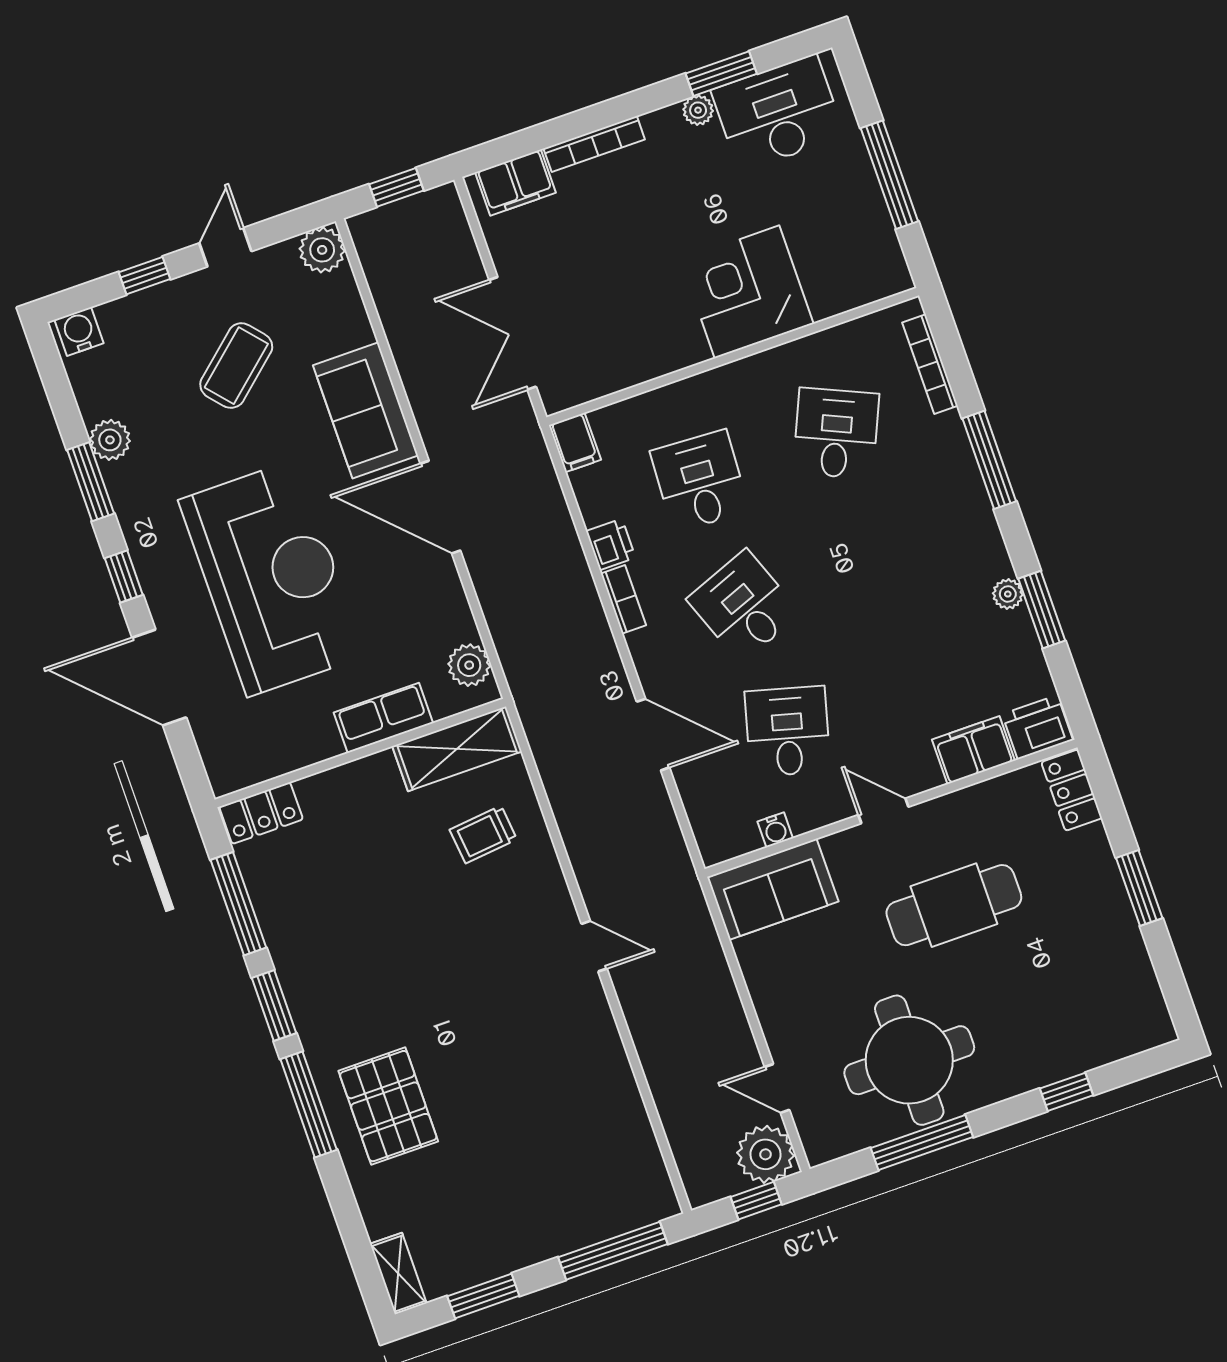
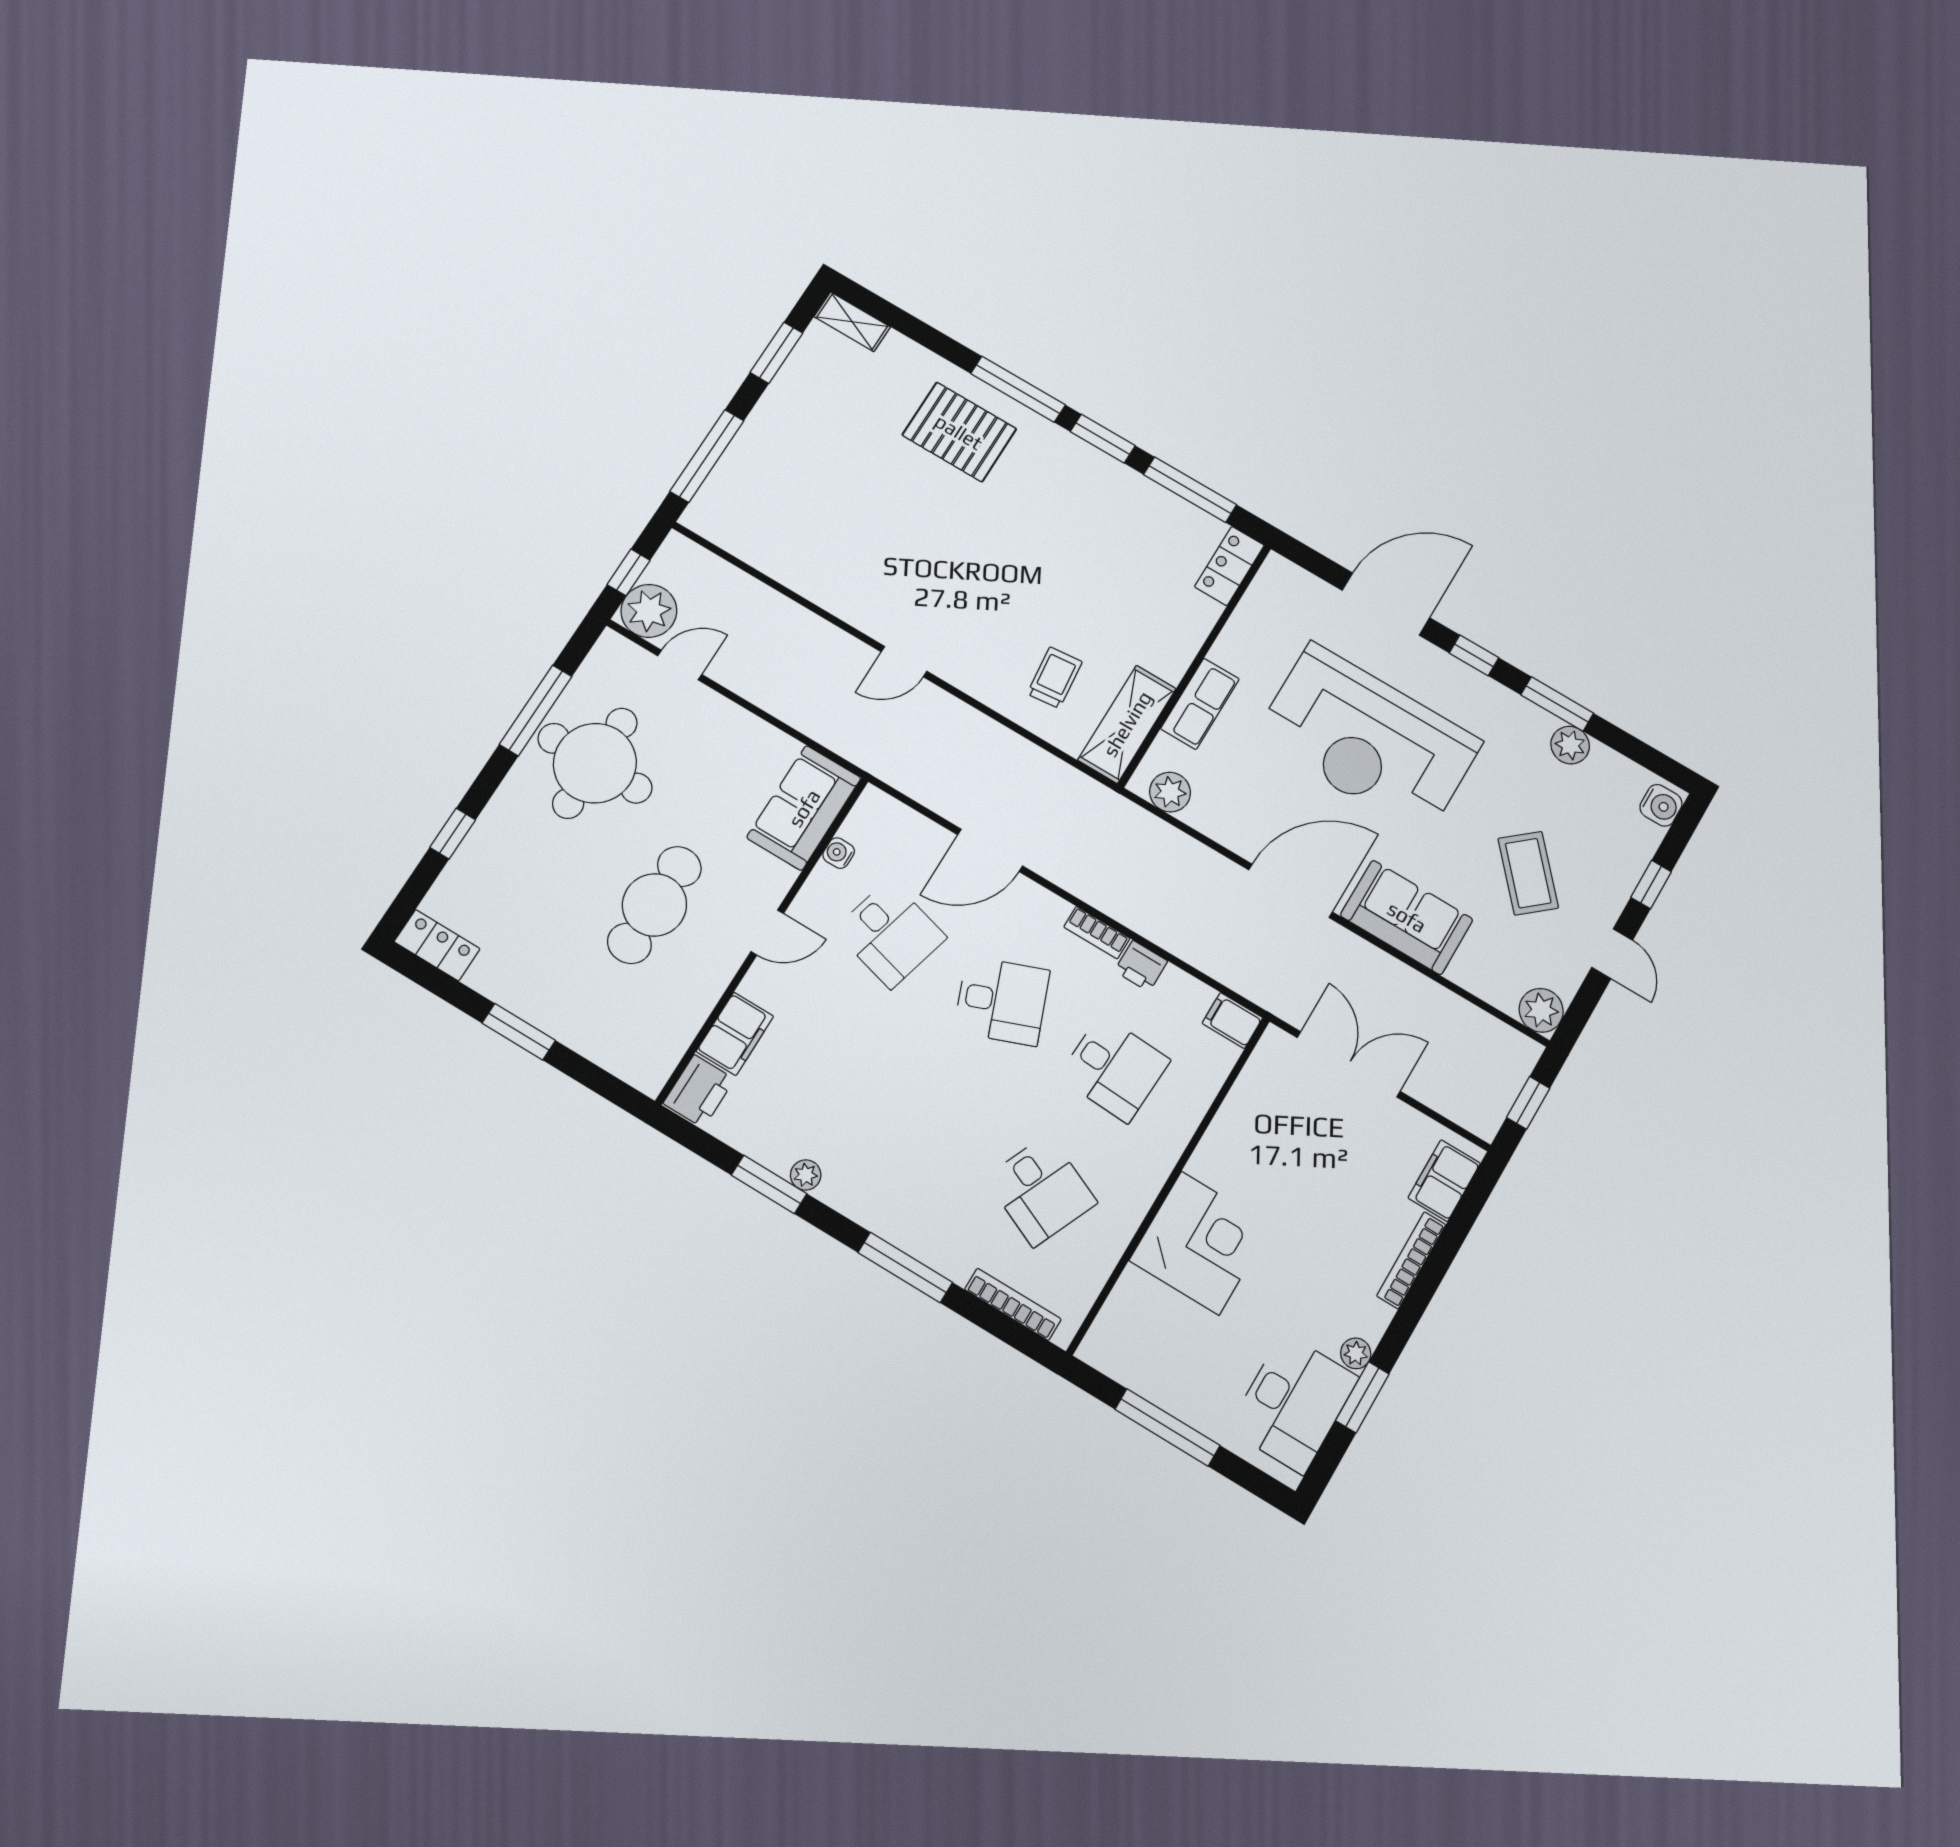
locker: (1072, 790) -> (437, 945), moved

